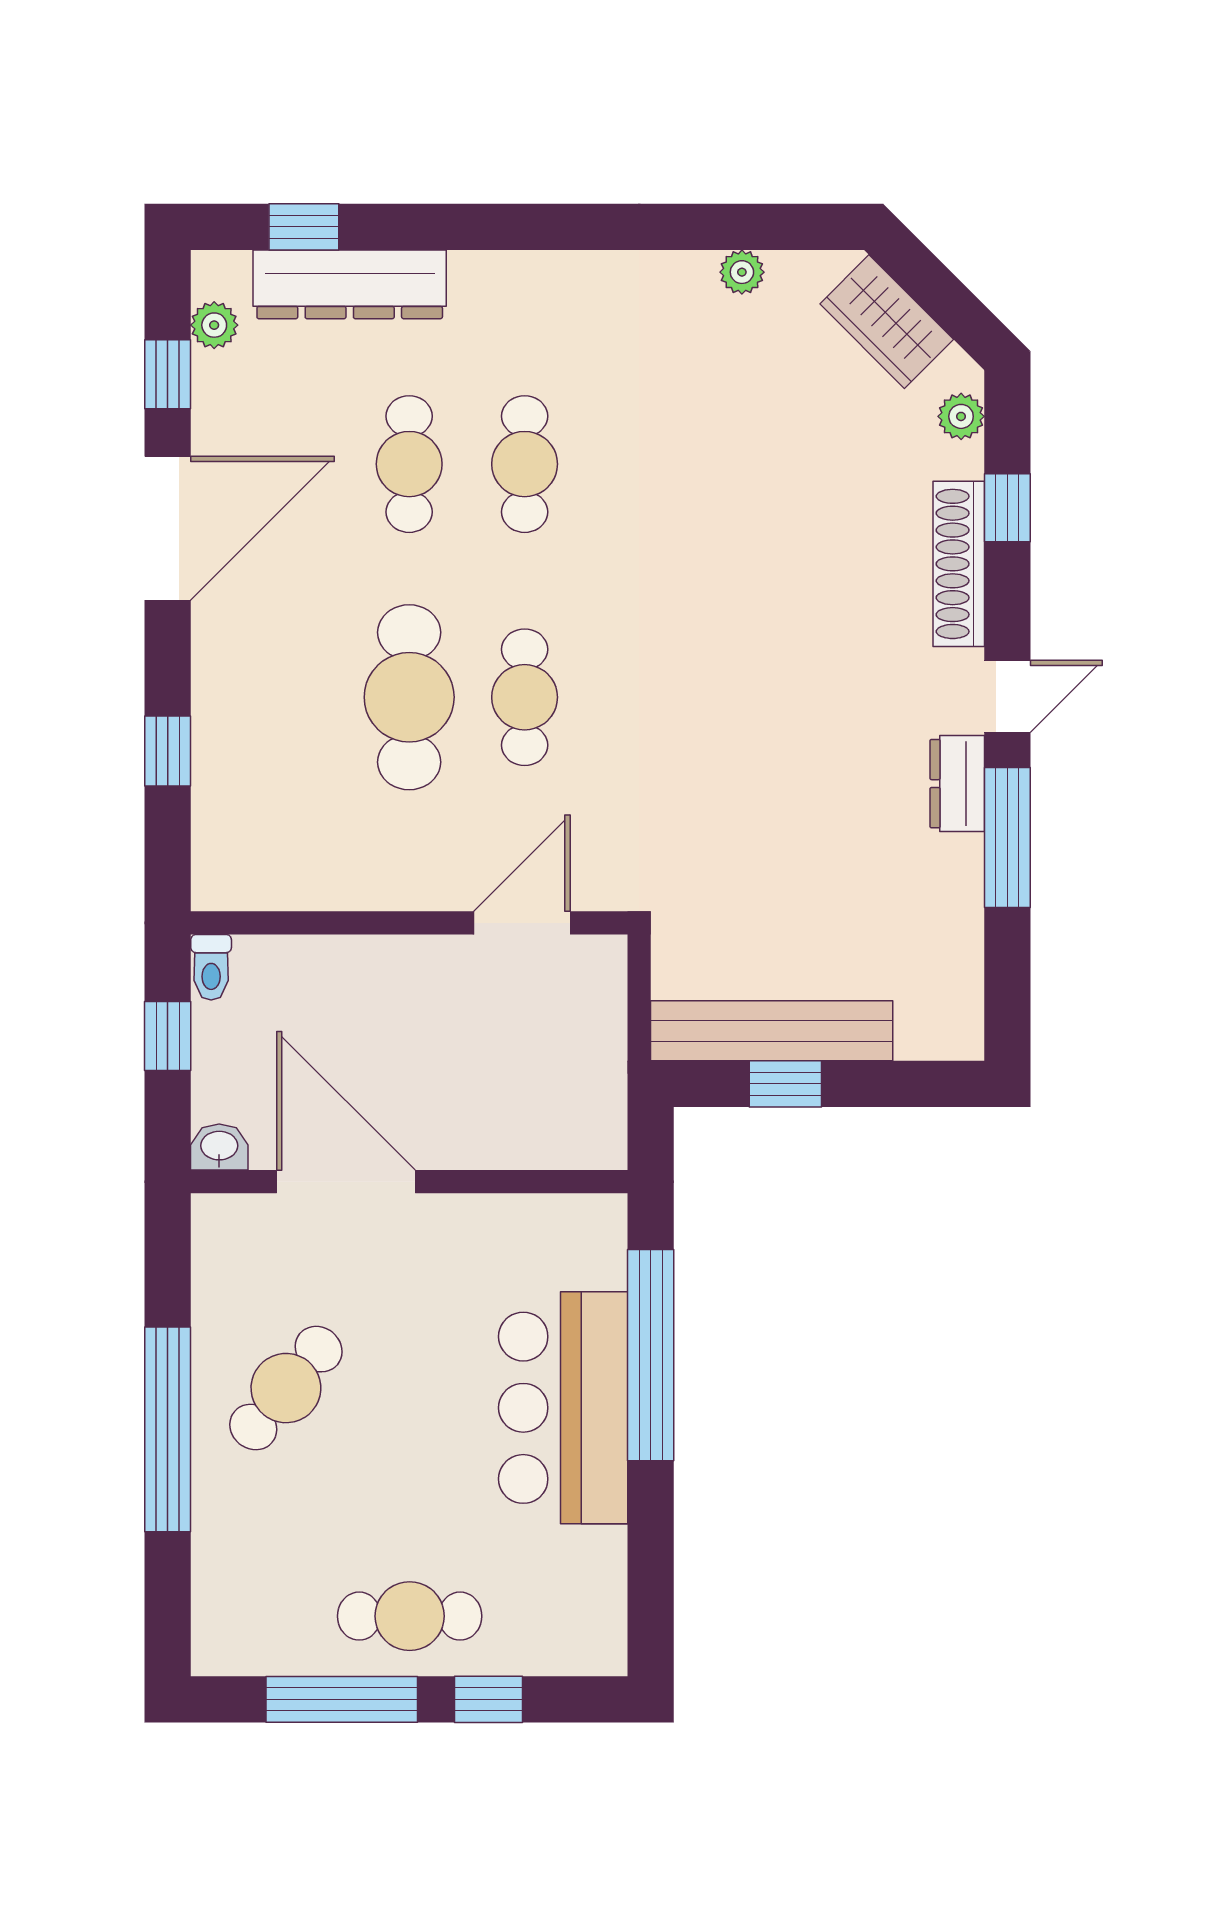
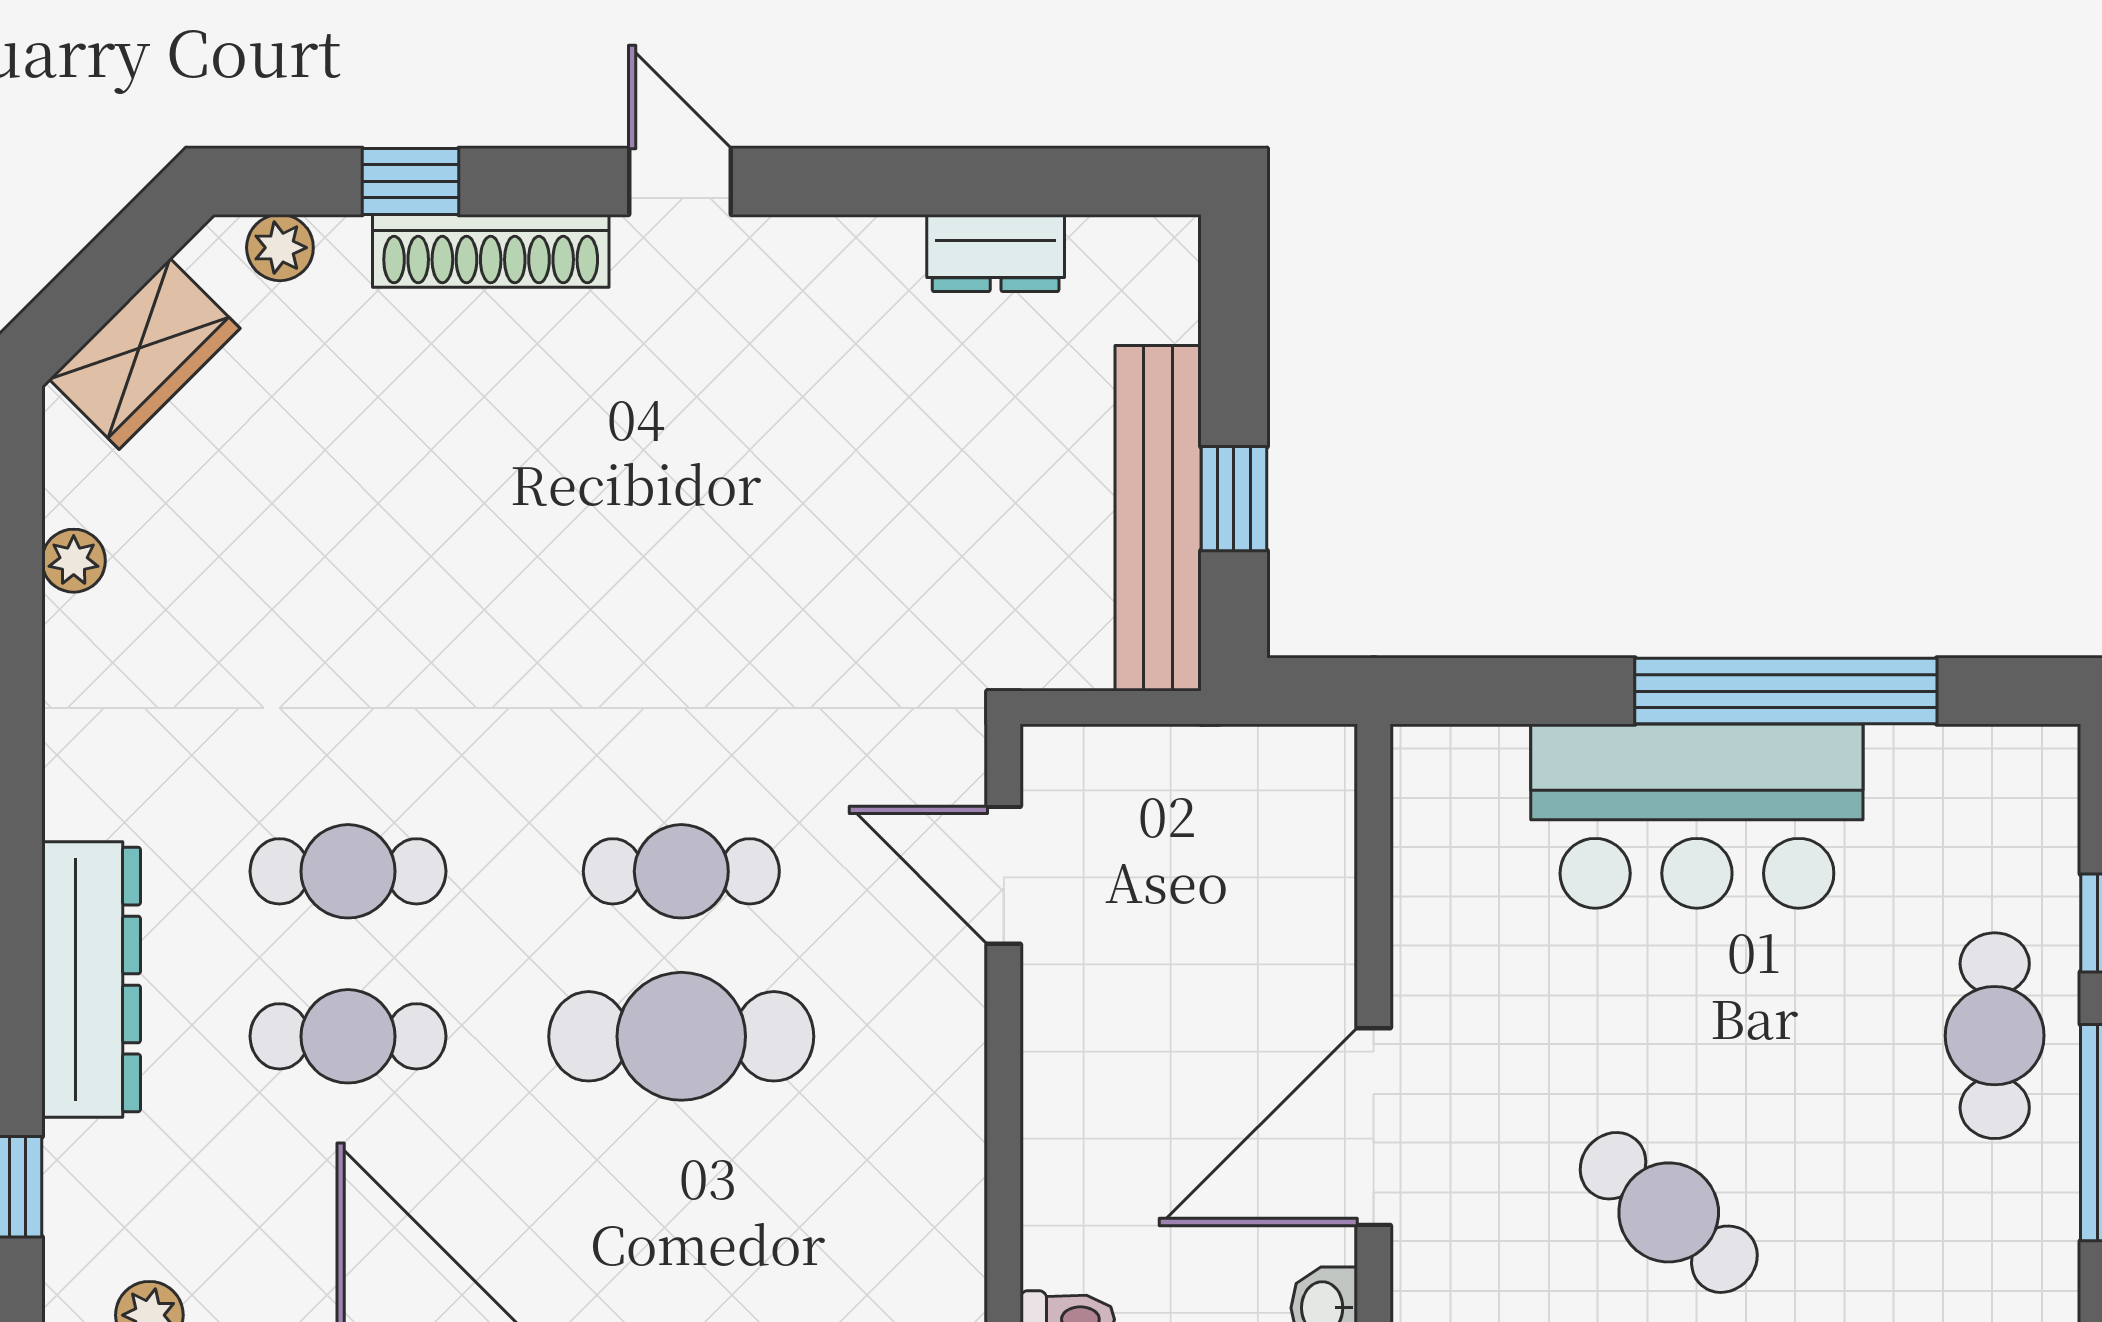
dresser: (350, 284) -> (91, 980), moved
dresser: (957, 784) -> (996, 253), moved
window: (1007, 837) -> (882, 181), removed
window: (651, 1355) -> (1786, 691), moved

